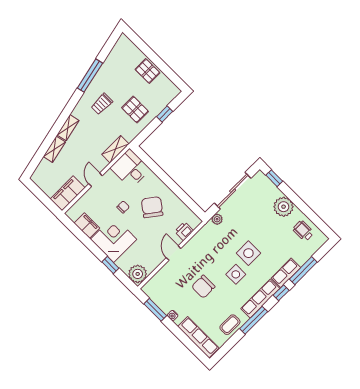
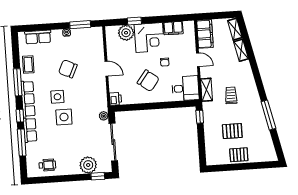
trolley: (102, 104) -> (231, 95), moved
pallet: (135, 110) -> (232, 131), moved
window: (165, 114) -> (200, 117), moved
shelving: (68, 128) -> (235, 29), moved
plant: (284, 207) -> (88, 165), moved
printer: (184, 231) -> (115, 99), moved
plant: (138, 274) -> (126, 33), moved
chair: (203, 287) -> (68, 69), turned -65
row of seats: (198, 337) -> (38, 37), width x0.68

